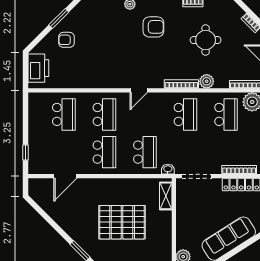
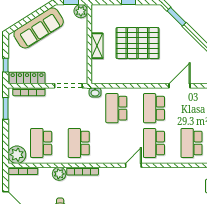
door: (139, 90) -> (133, 165), moved
door: (65, 176) -> (179, 86), moved
shelving: (166, 196) -> (97, 46), moved

